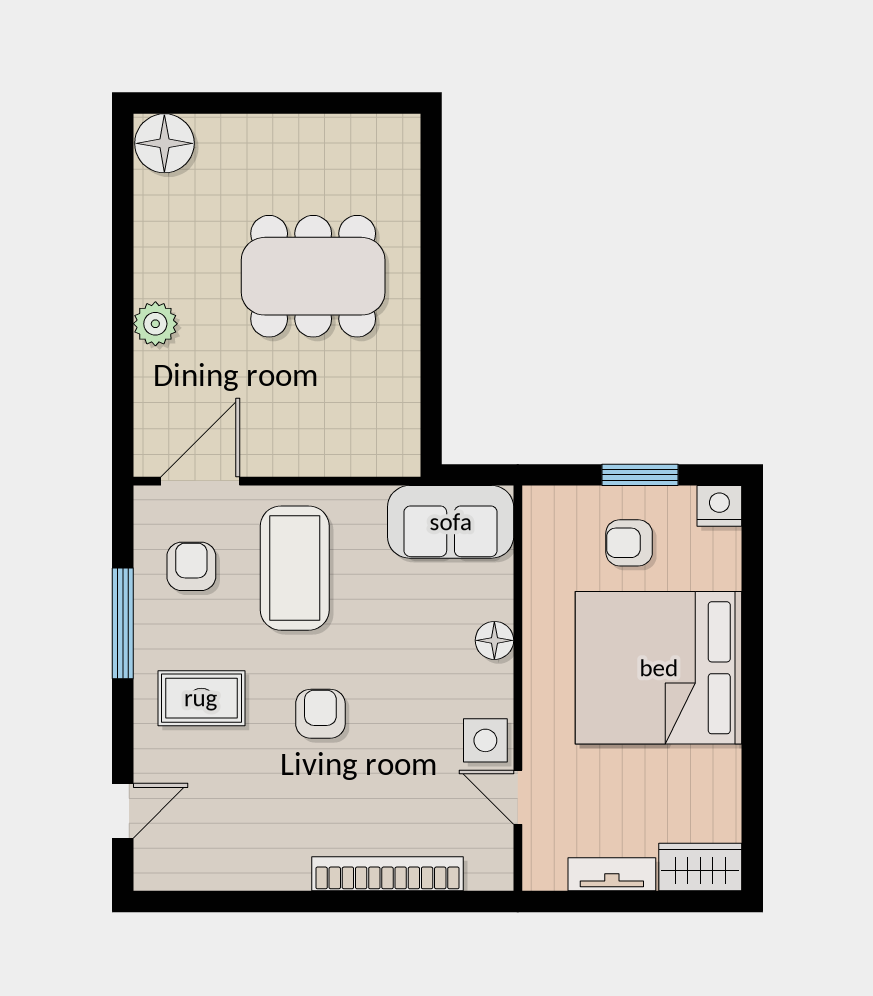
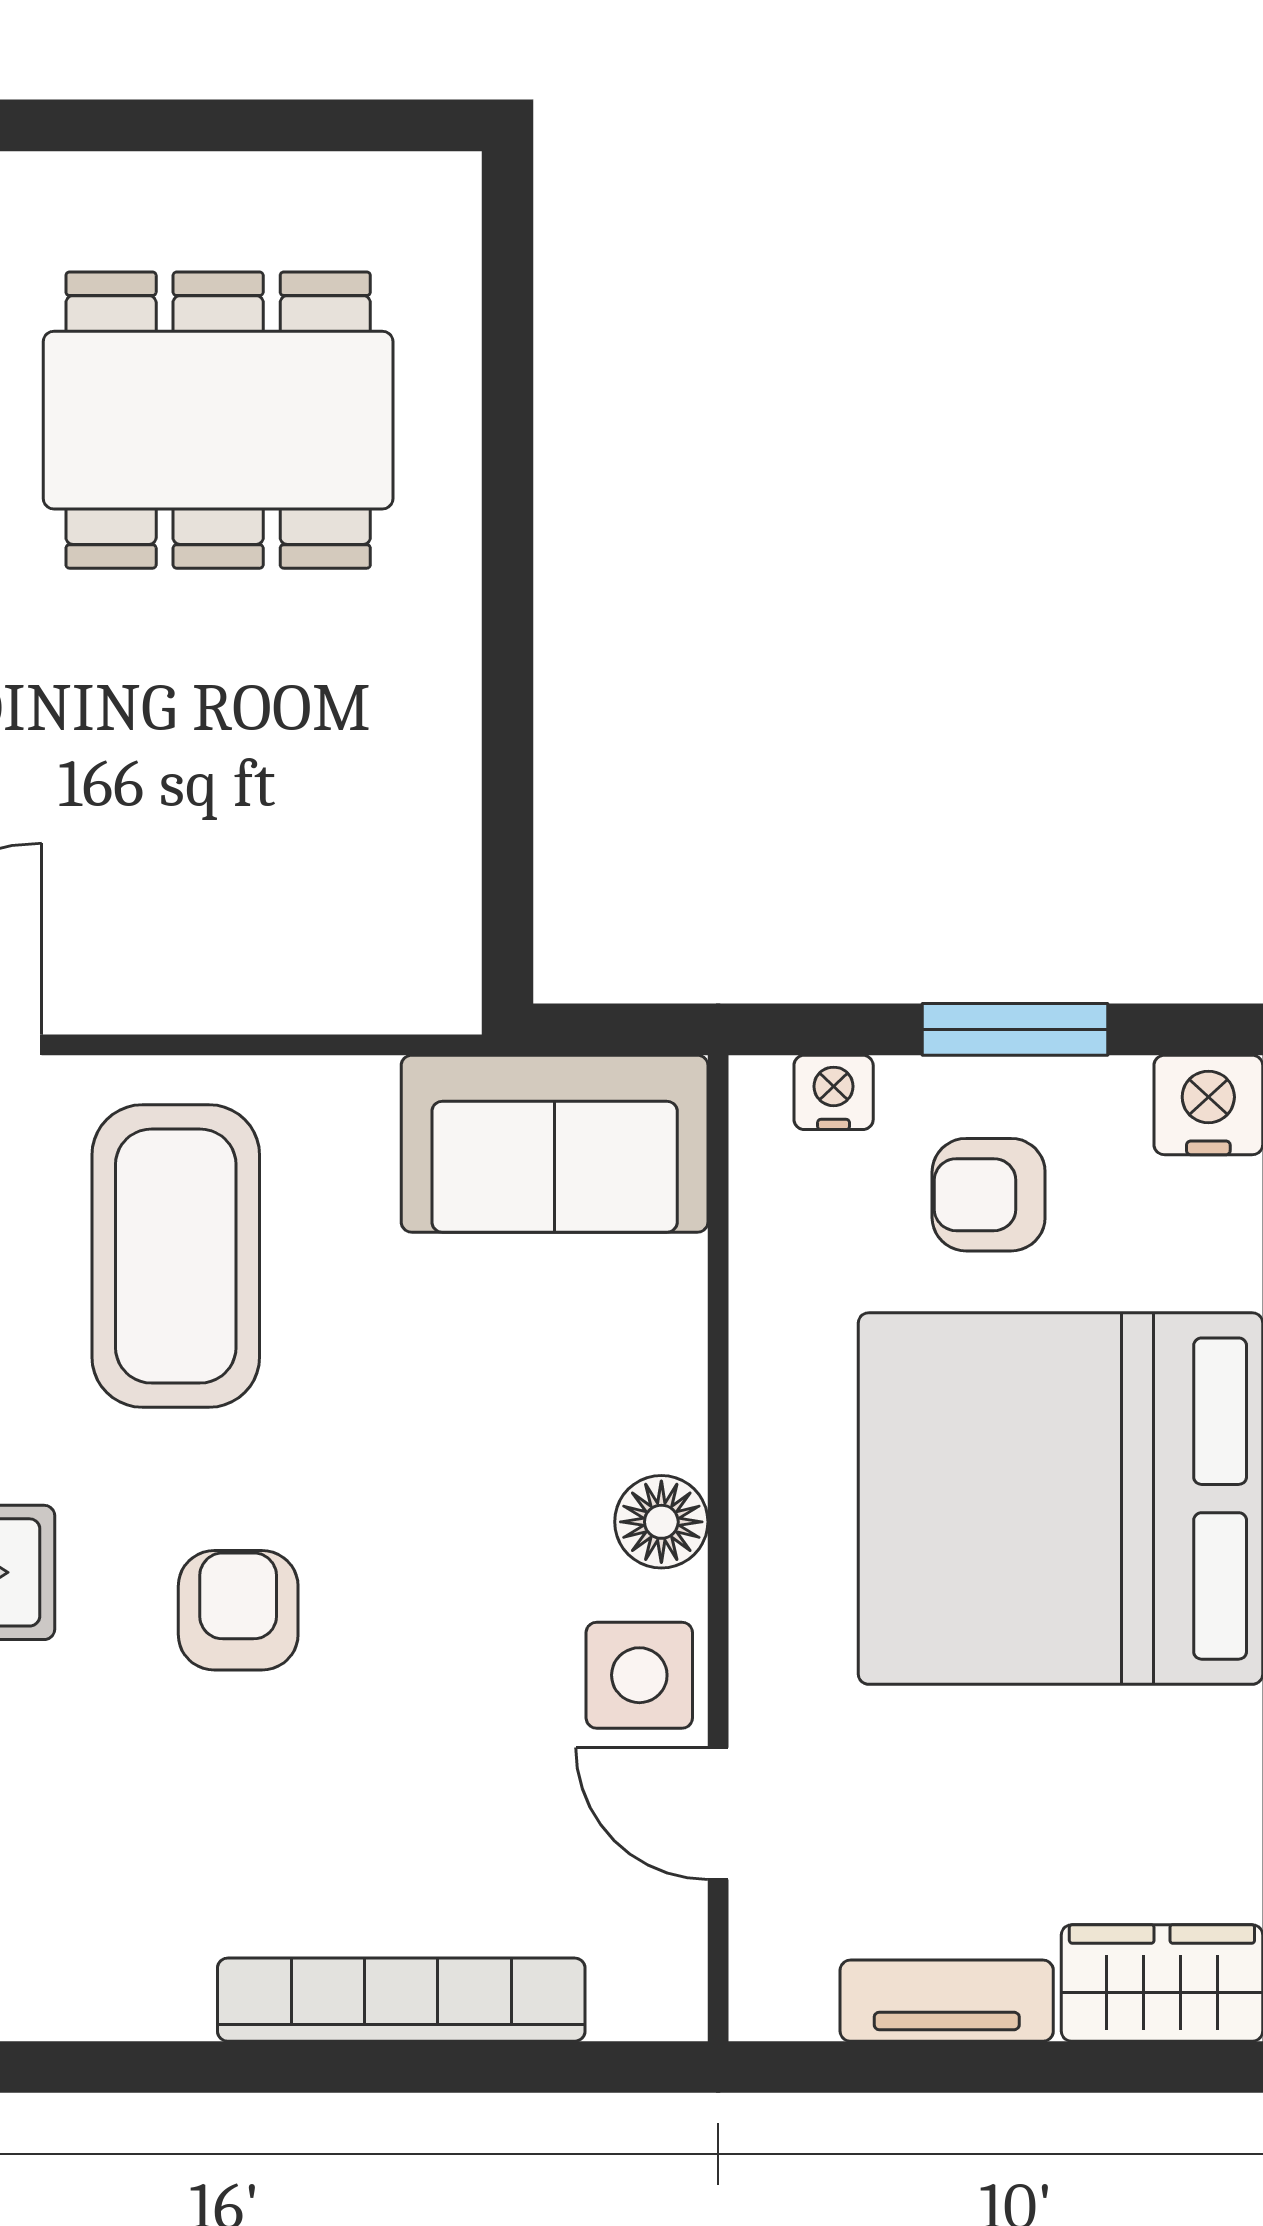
dining table: (313, 276) -> (218, 420), moved
nightstand: (565, 501) -> (834, 1092), added
floor lamp: (494, 640) -> (661, 1522), moved

